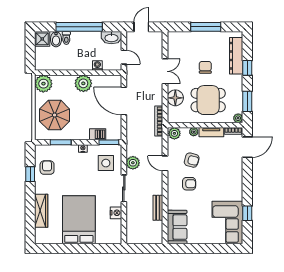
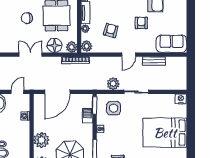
plant: (83, 83) -> (41, 140), moved
plant: (173, 117) -> (72, 47), added
door: (165, 163) -> (129, 55), moved
armchair: (189, 184) -> (141, 23), moved
nightstand: (116, 213) -> (181, 99), moved

